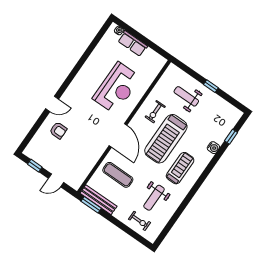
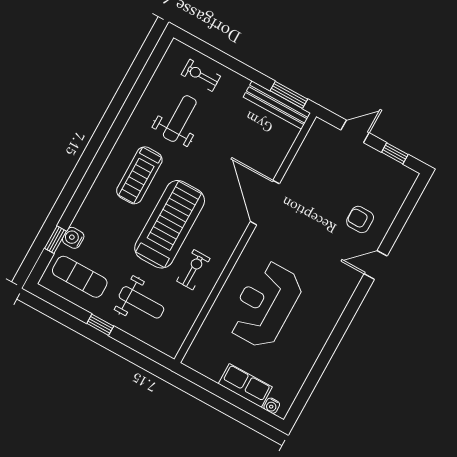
door: (118, 135) -> (265, 203), moved
water cooler: (213, 148) -> (73, 238), moved
exercise mat: (118, 175) -> (80, 277), moved

